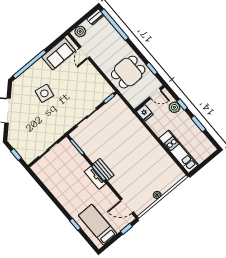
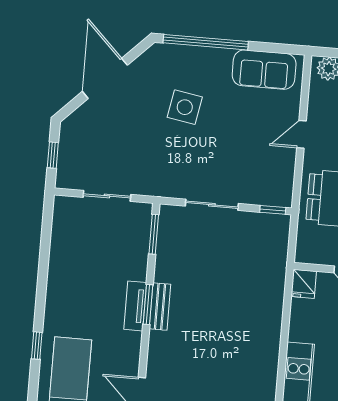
door: (84, 53) -> (301, 134), moved

